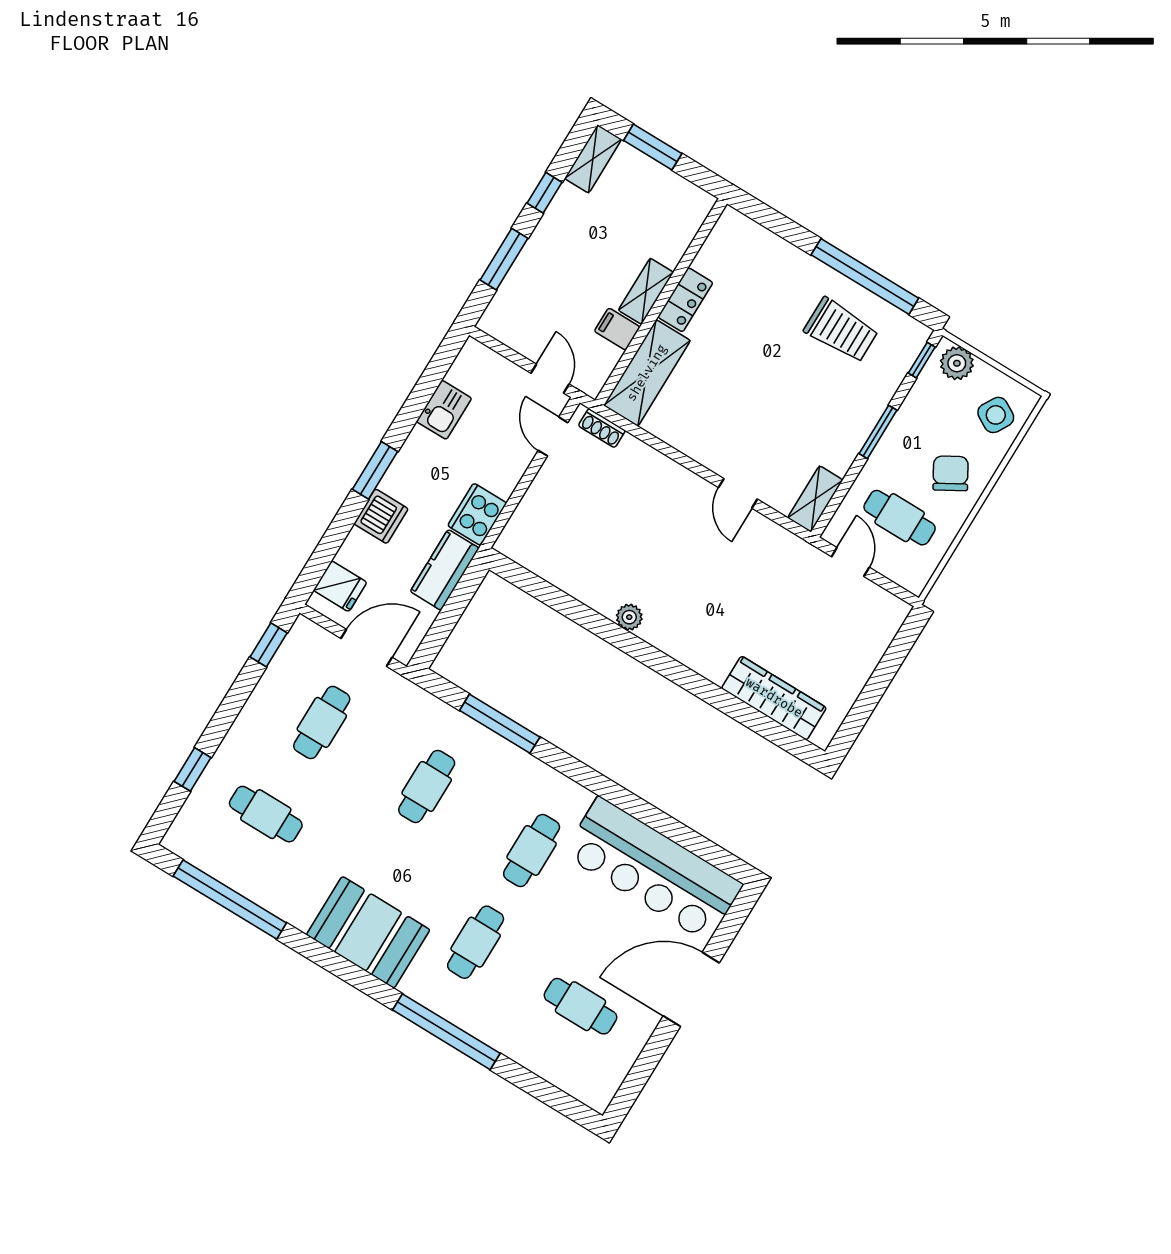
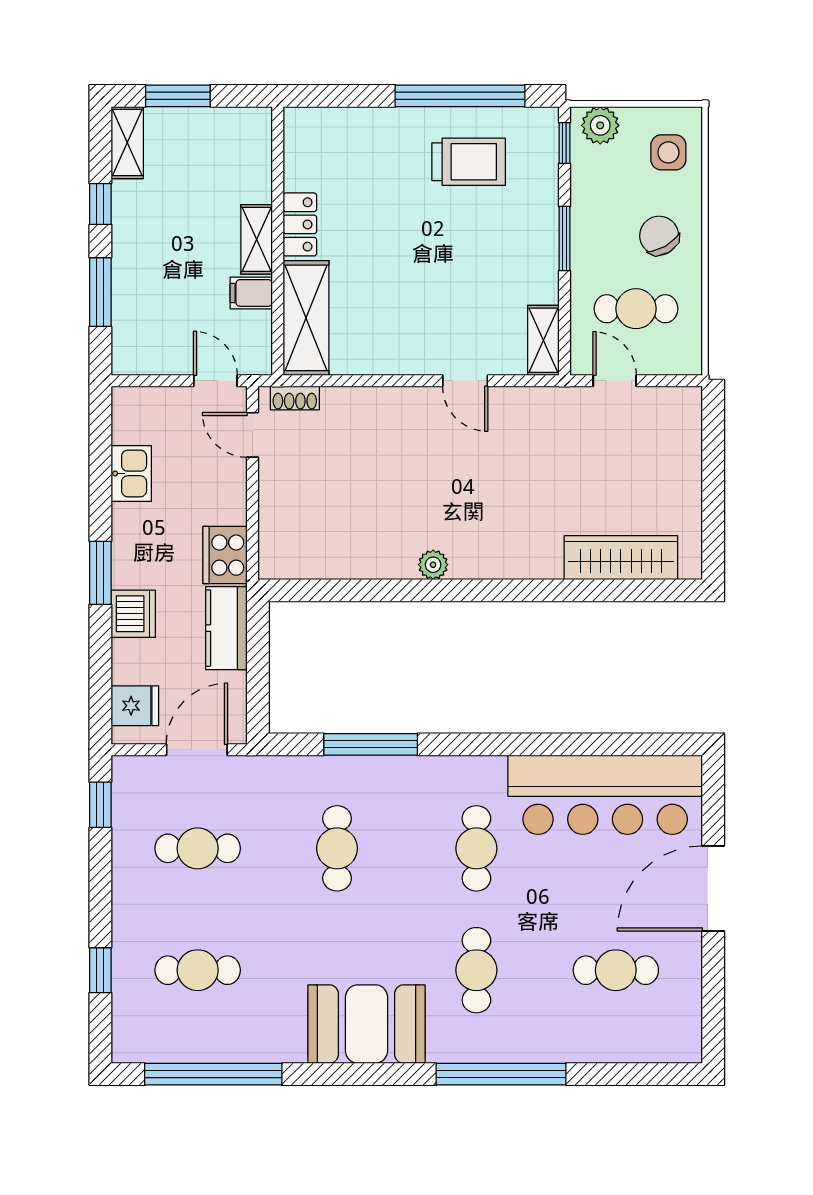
side table: (996, 415) -> (668, 152), turned -30
cafe table: (322, 722) -> (198, 848), turned 90

